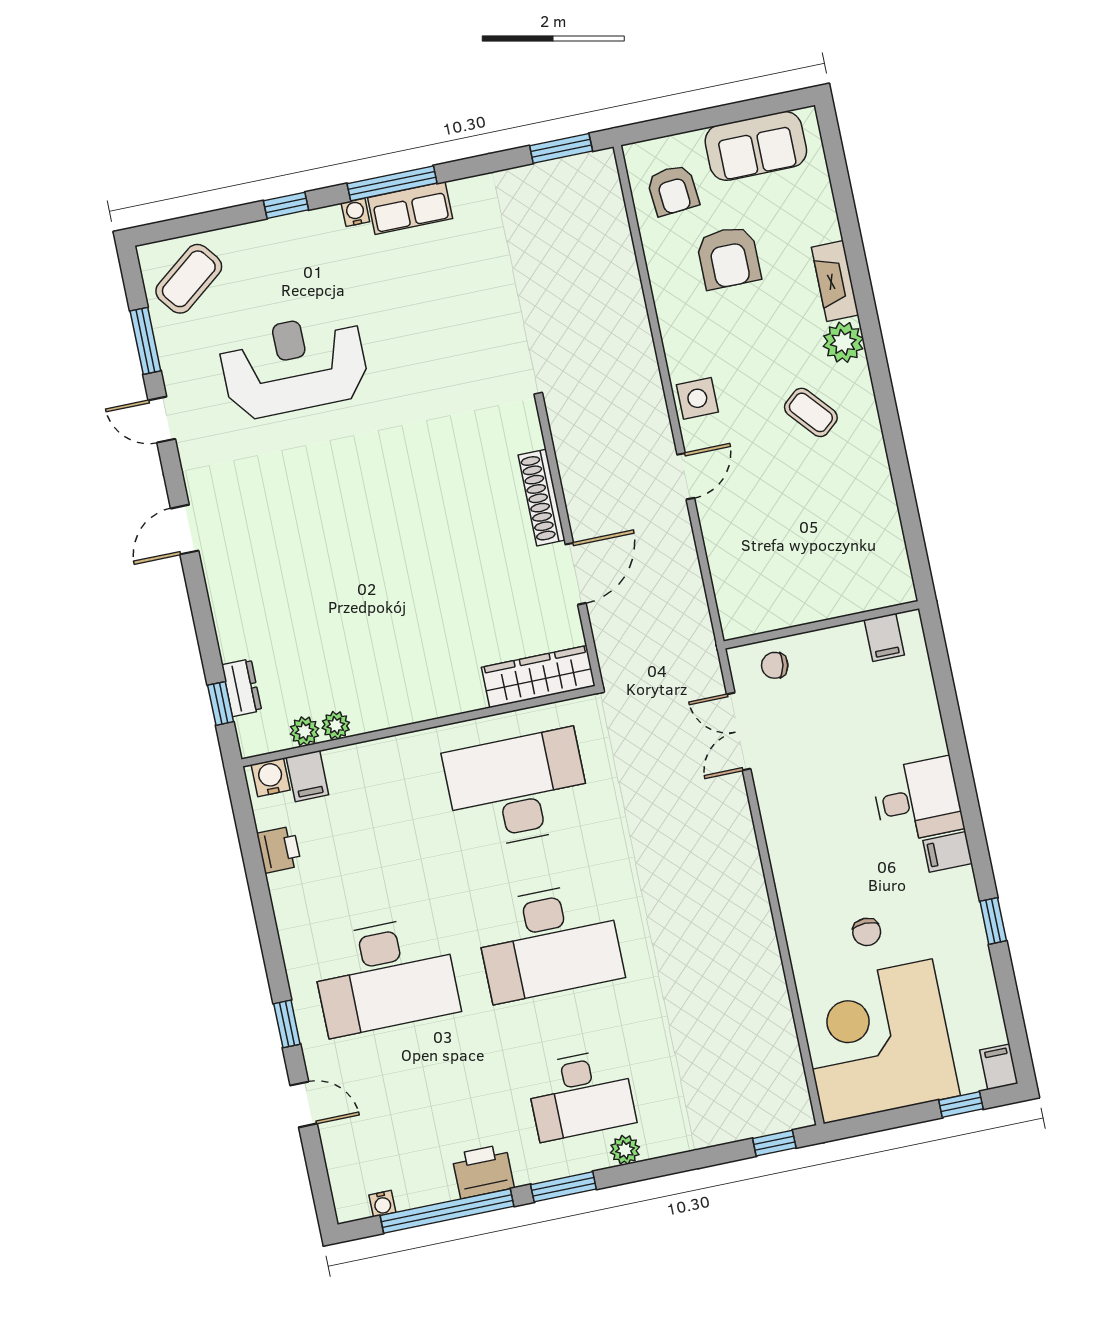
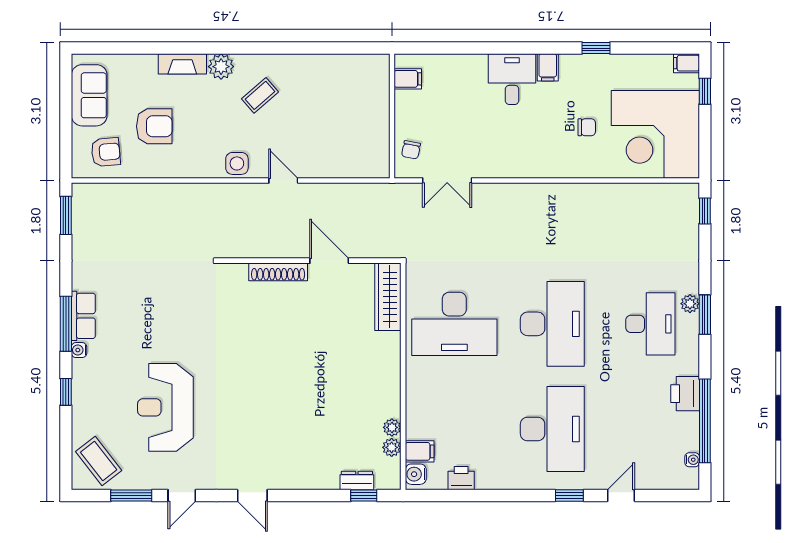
desk: (517, 789) -> (454, 324), turned -90
window: (563, 1187) -> (705, 315), moved

